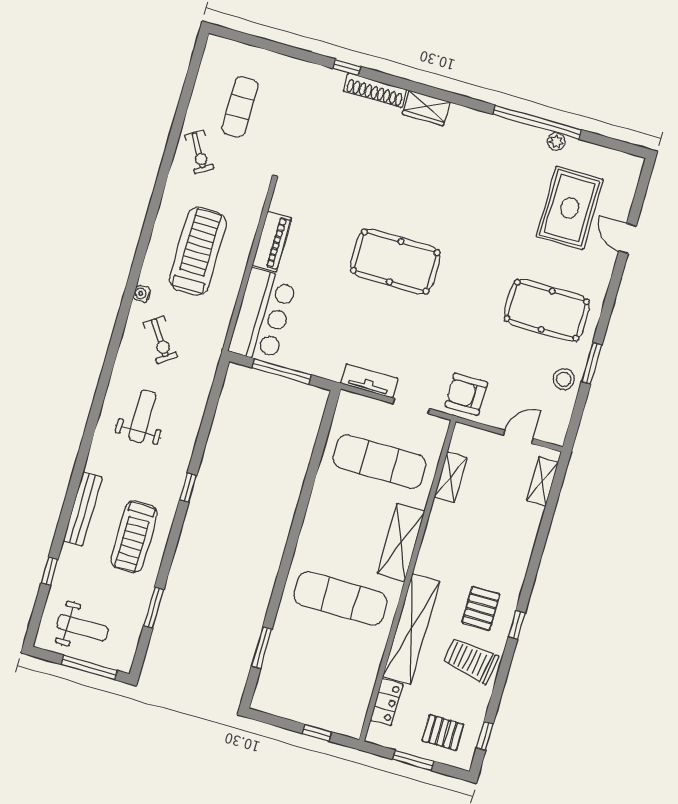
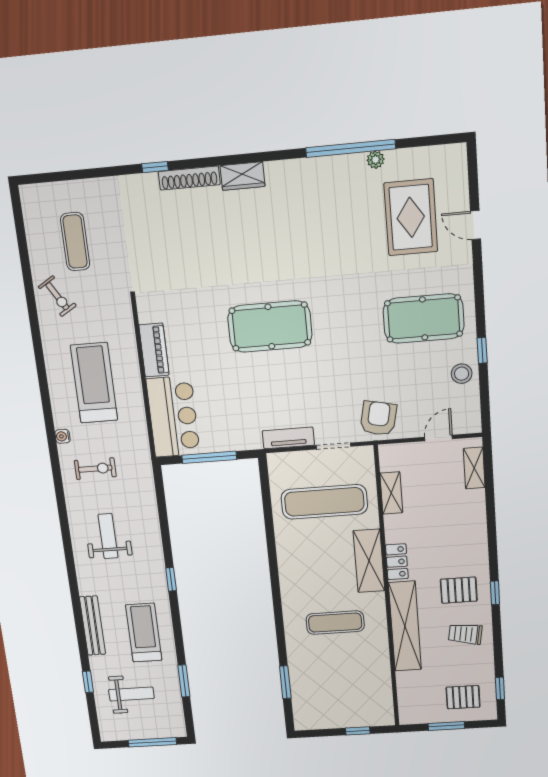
exercise bike: (160, 340) -> (95, 469), turned -55
window: (592, 363) -> (482, 350), width x0.67
armchair: (466, 394) -> (378, 418), turned 102
treadmill: (134, 537) -> (144, 633), turned 180
exercise mat: (340, 598) -> (335, 623), width x0.73, depth x0.69
pallet: (481, 608) -> (459, 590), turned 90
weight bench: (83, 628) -> (131, 694), moved
trolley: (470, 660) -> (465, 634), width x0.73, depth x0.72
locker: (387, 702) -> (397, 562), moved

